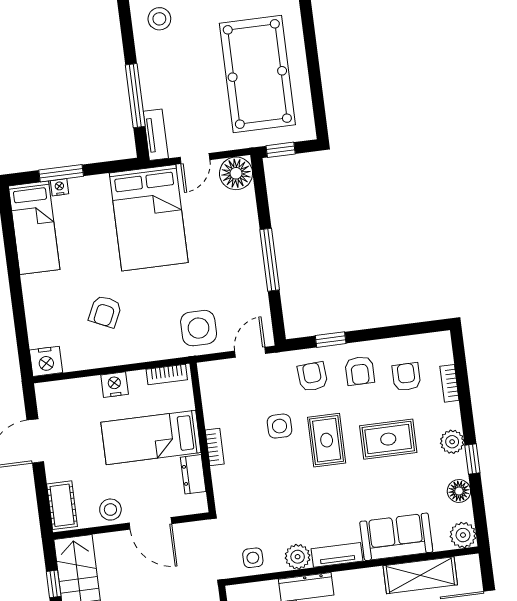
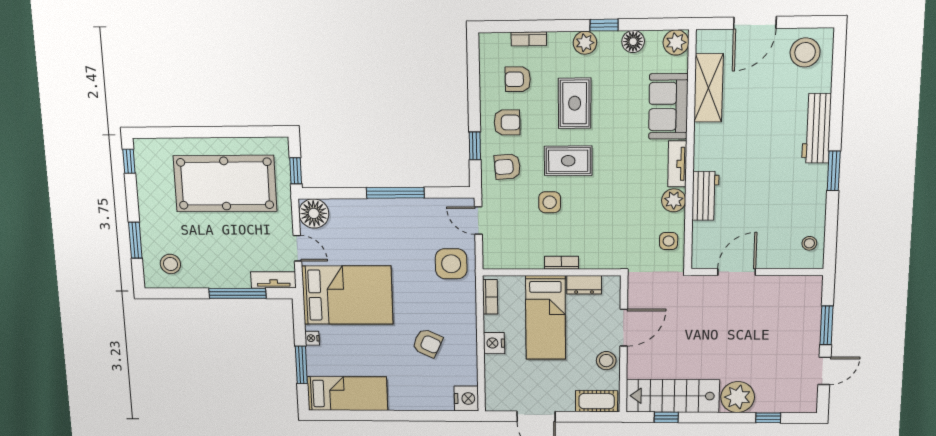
nightstand: (60, 187) -> (312, 338), moved

